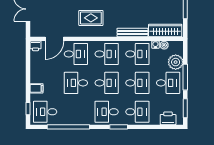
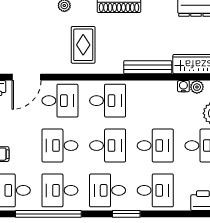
rug: (91, 18) -> (83, 45), turned 90
desk: (137, 54) -> (60, 190), moved, turned 180

